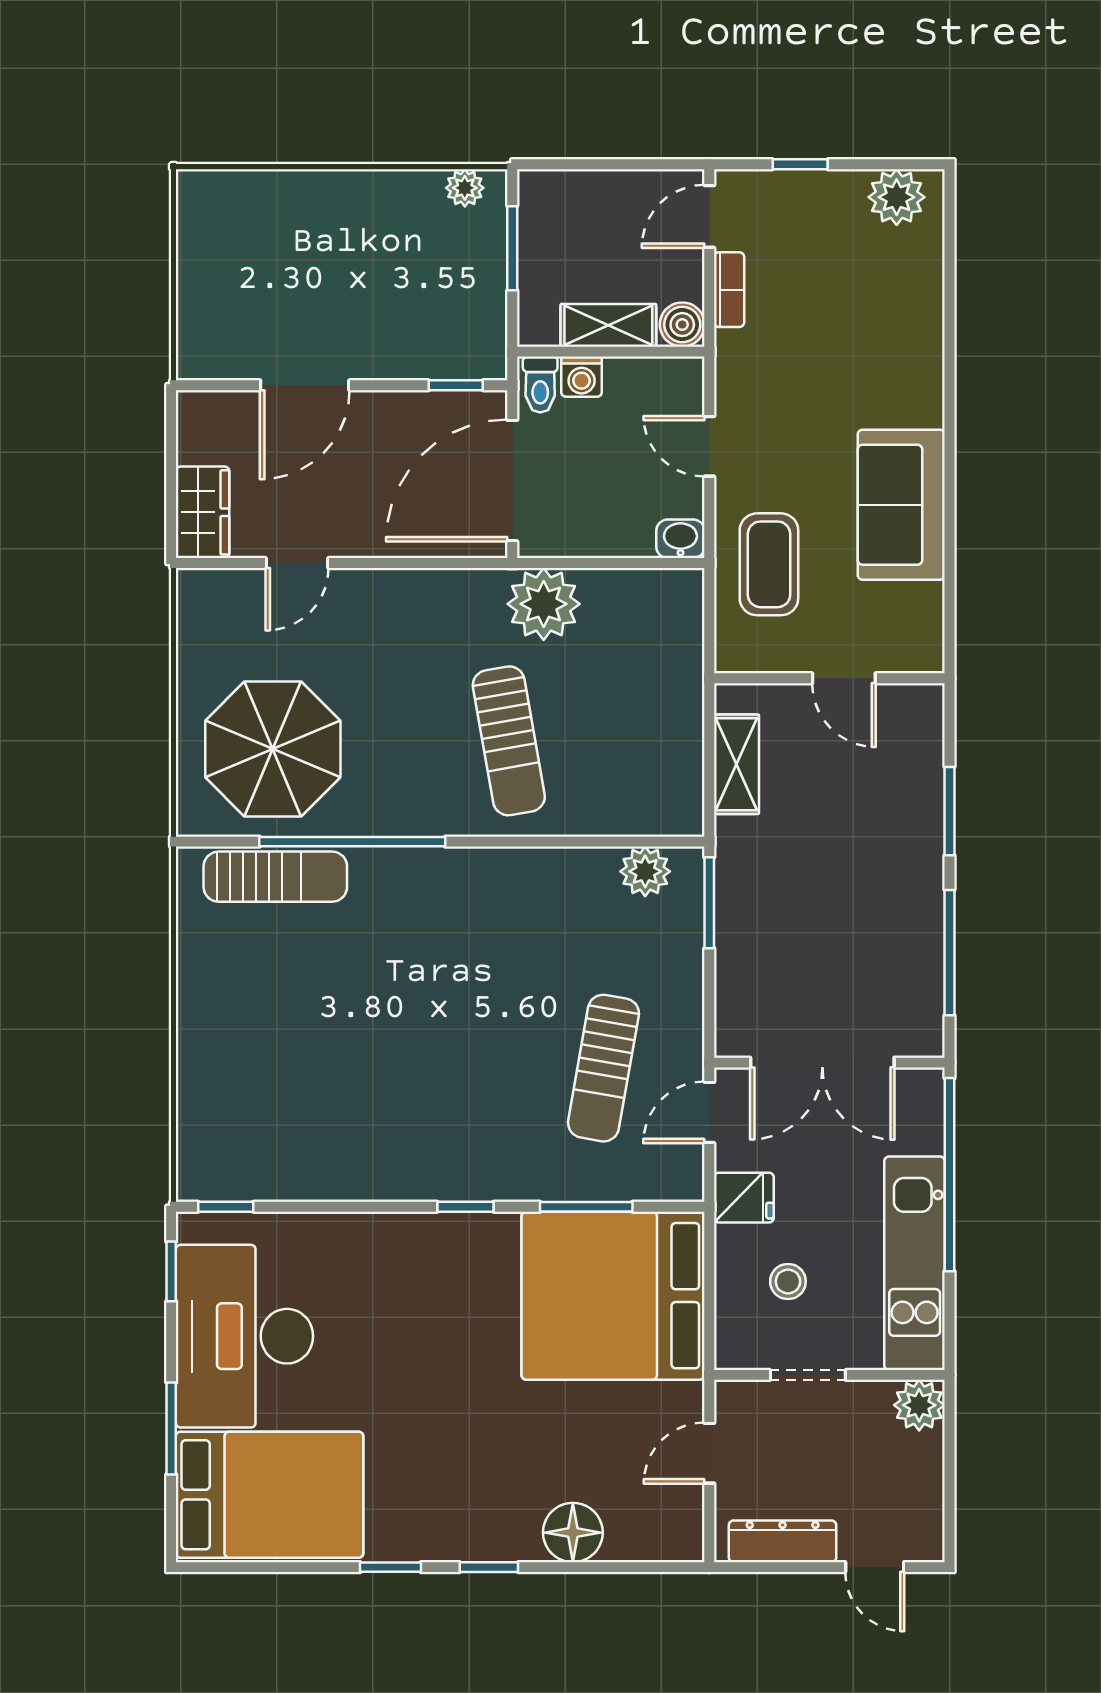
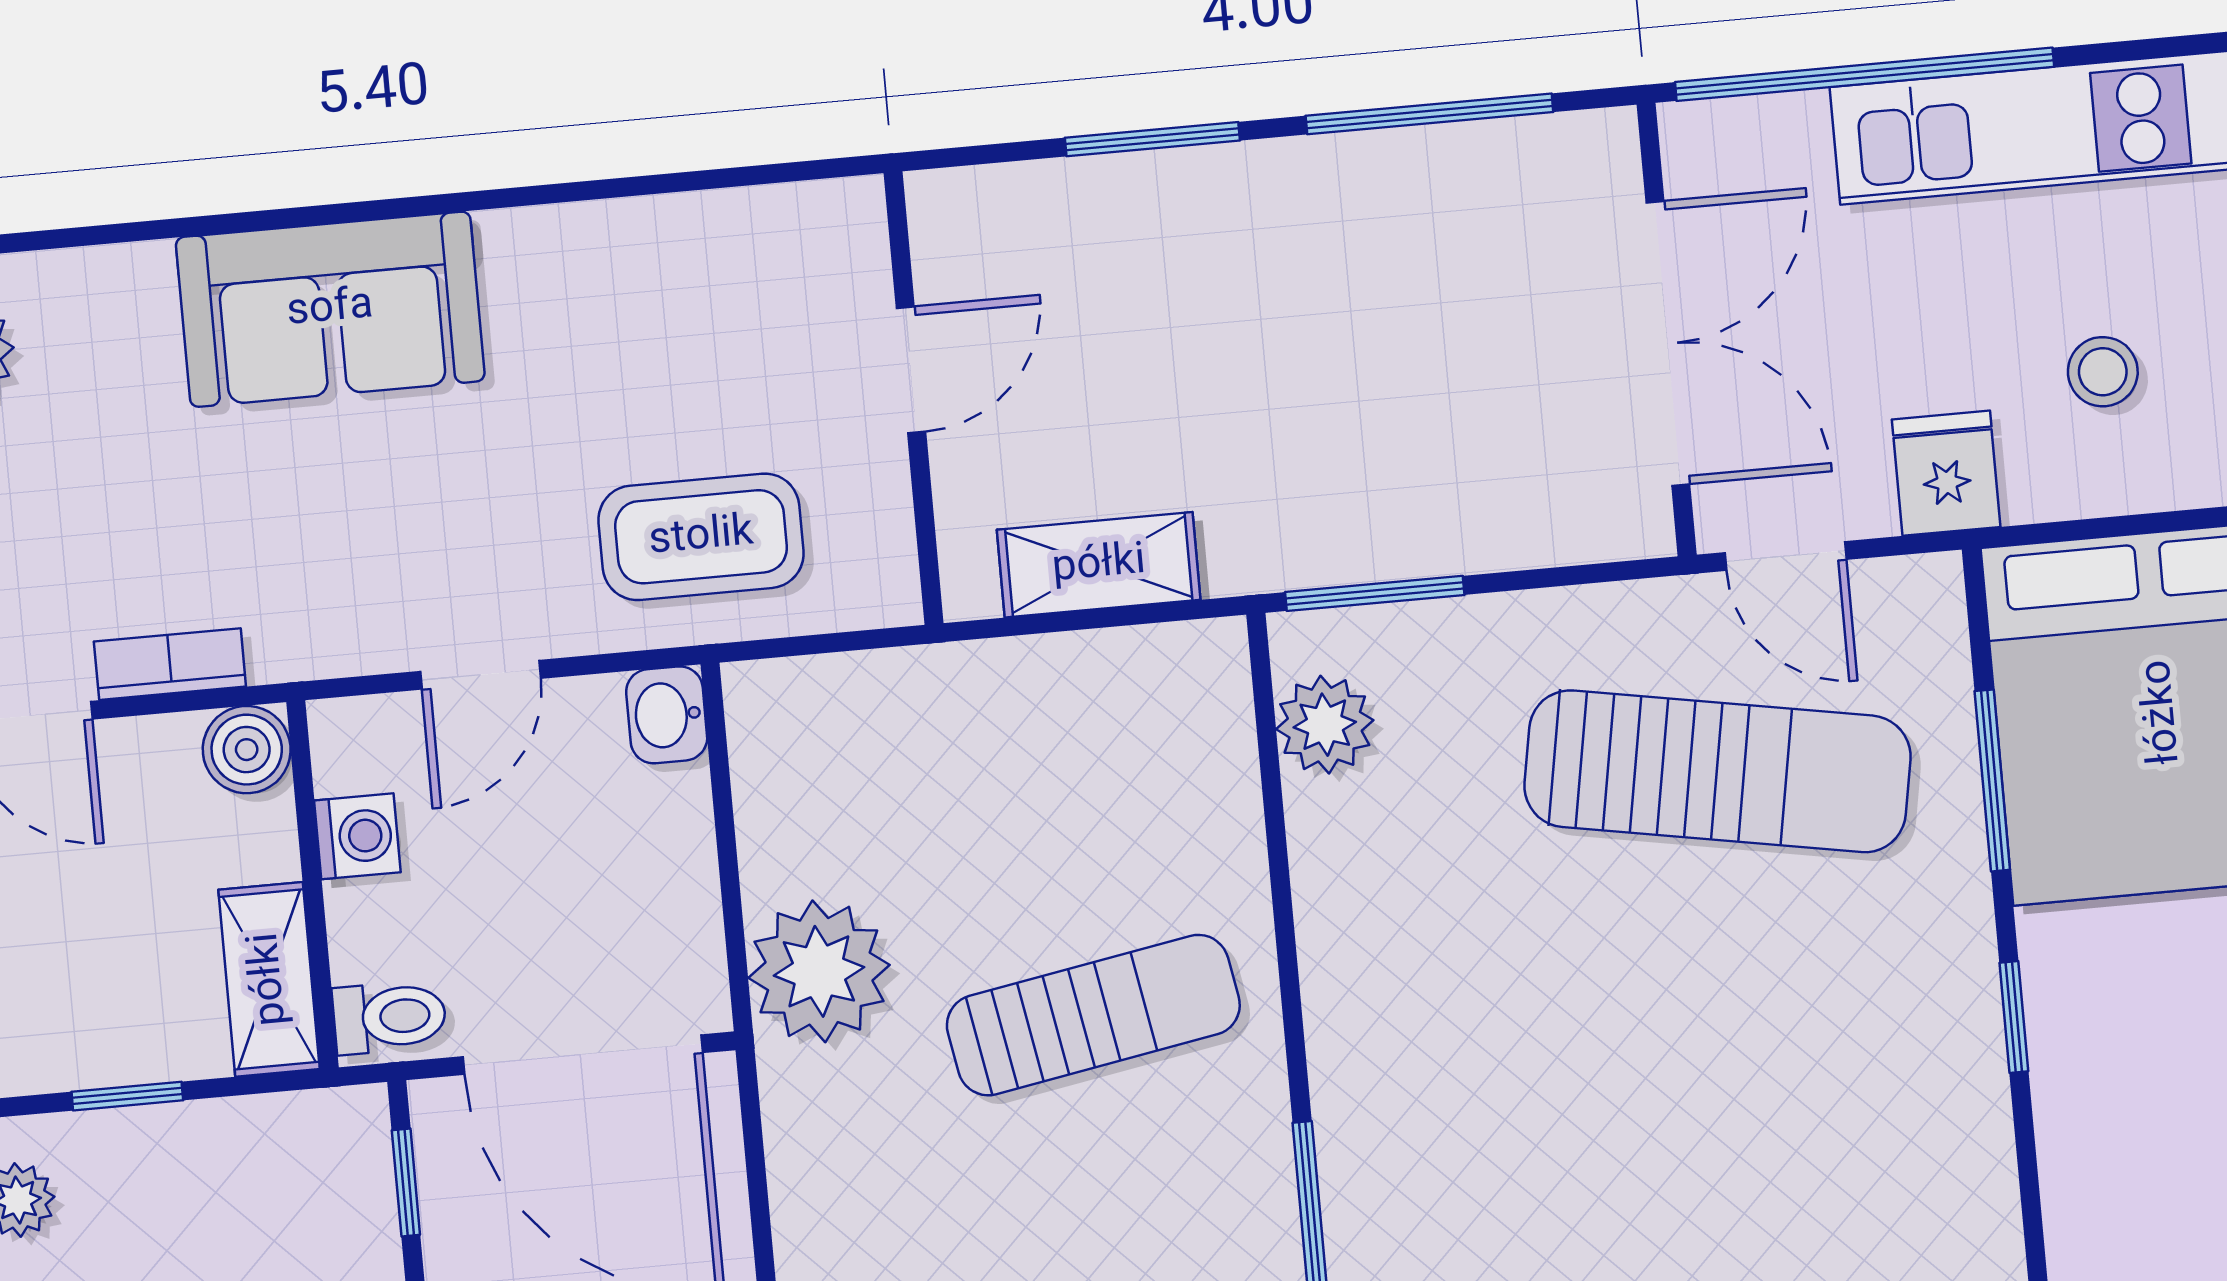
window: (512, 248) -> (127, 1096), width x0.67
shelving: (608, 325) -> (269, 979), moved
washing machine: (582, 377) -> (357, 836), moved
sofa: (901, 505) -> (330, 309), moved
sun lounger: (603, 1068) -> (1717, 771), width x1.36, depth x1.34

